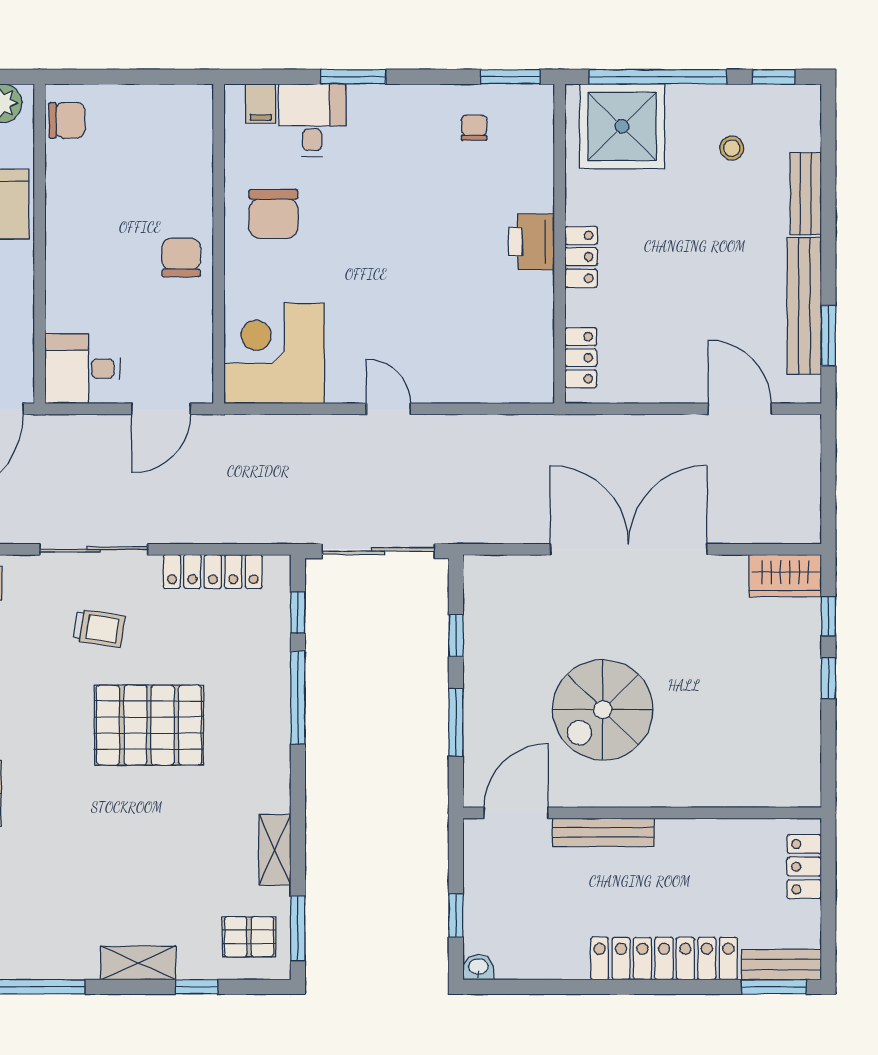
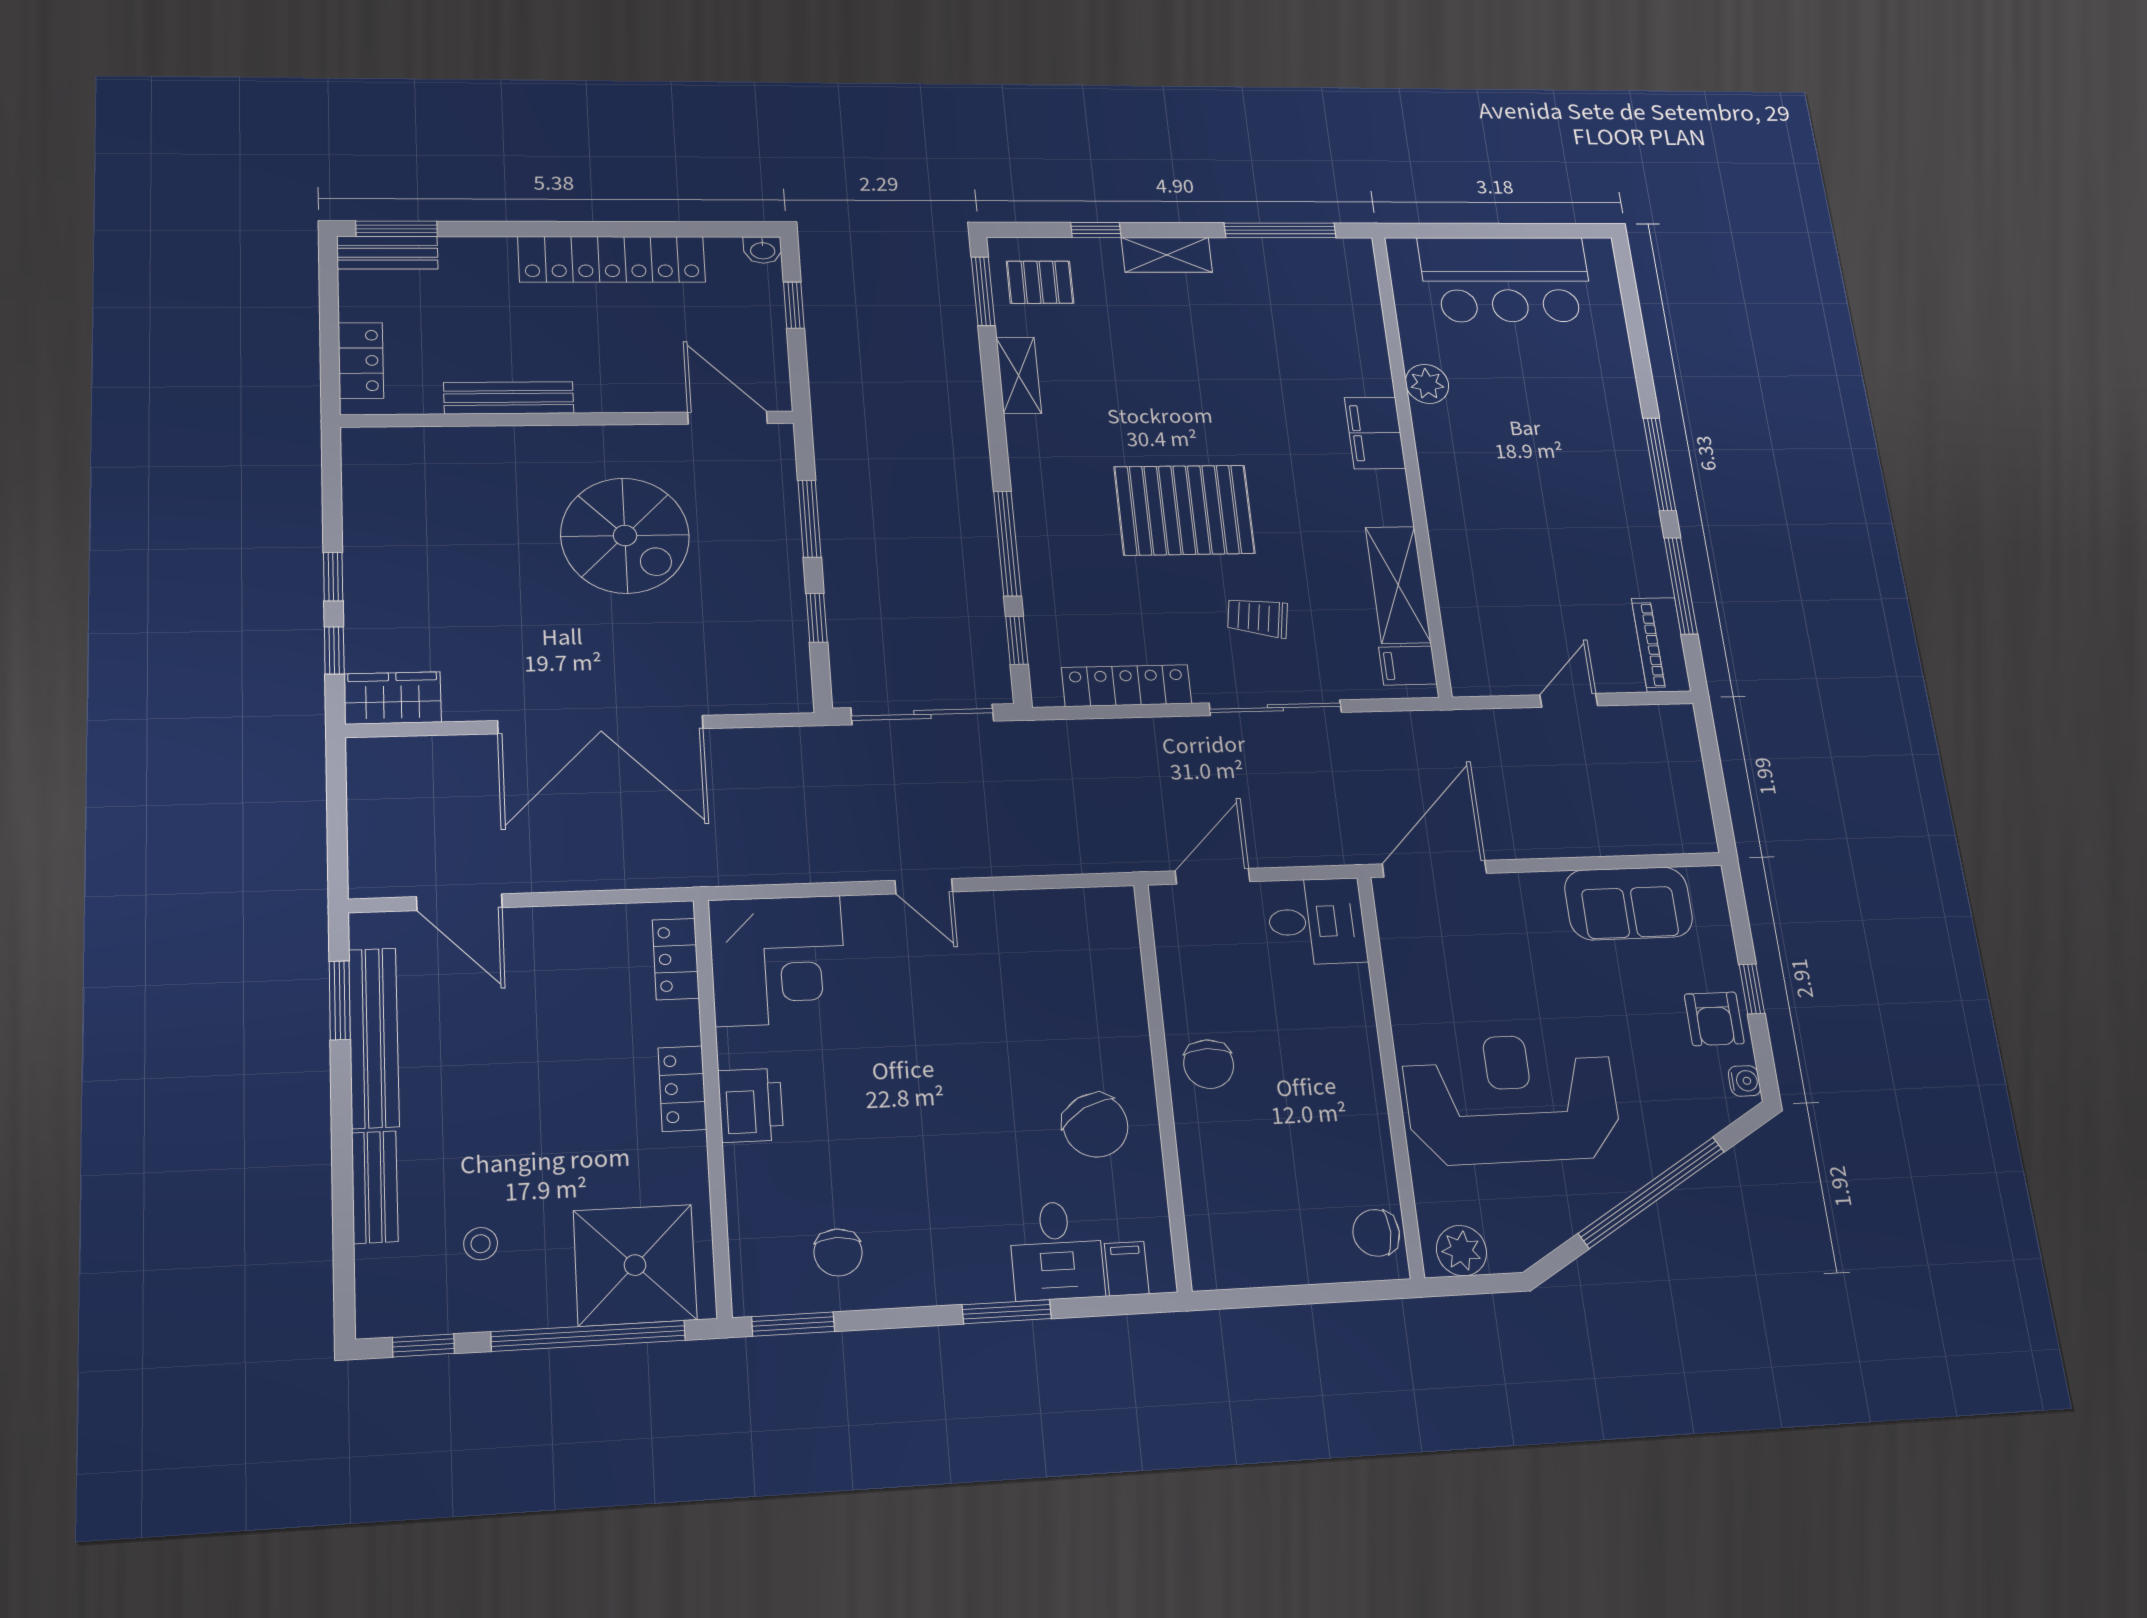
chair: (474, 128) -> (838, 1252), width x1.37, depth x1.37
chair: (273, 214) -> (1095, 1125), turned 152
corner desk: (274, 353) -> (778, 961), moved
spiral stairs: (603, 710) -> (625, 536), turned 90
door: (516, 813) -> (728, 418), swing flipped
bench: (603, 832) -> (509, 398), moved
locker: (664, 959) -> (612, 259), moved

